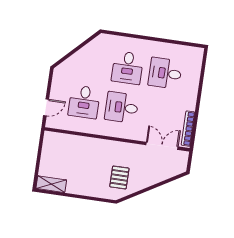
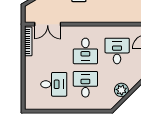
plant: (86, 55) -> (121, 90), added
desk: (122, 107) -> (85, 51), turned 90

